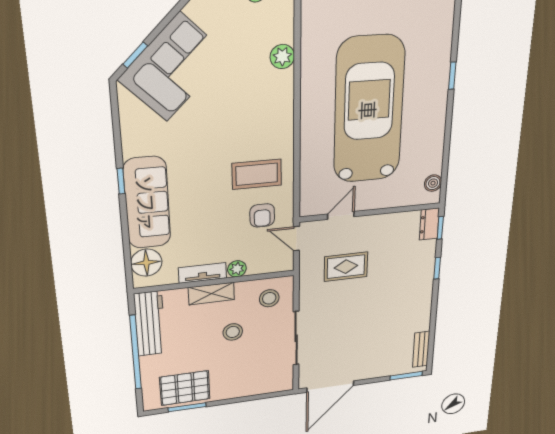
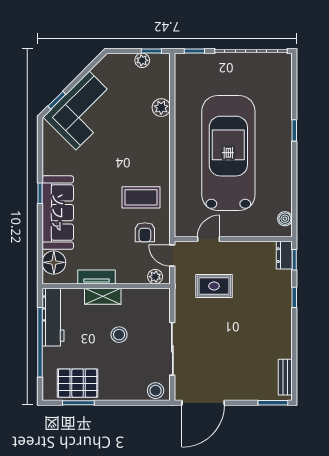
plant: (237, 269) -> (155, 277), moved
stool: (269, 298) -> (156, 391), moved

